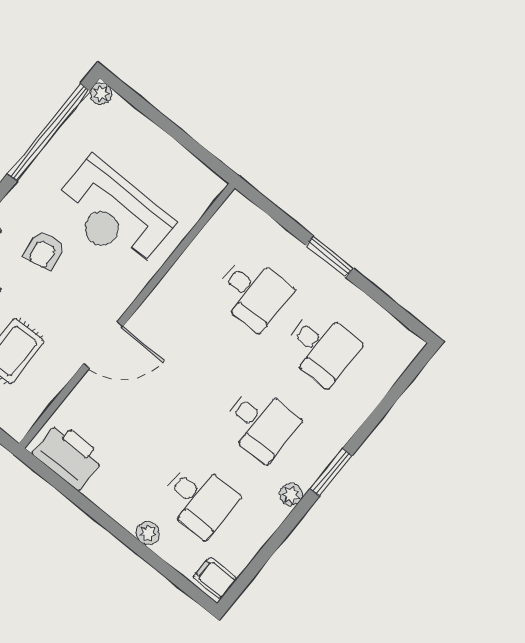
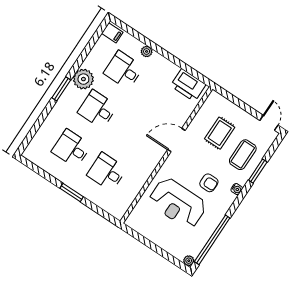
reception desk: (113, 214) -> (178, 203), turned 180
armchair: (44, 250) -> (209, 183), turned 100
plant: (291, 494) -> (83, 79), width x1.88, depth x1.88

